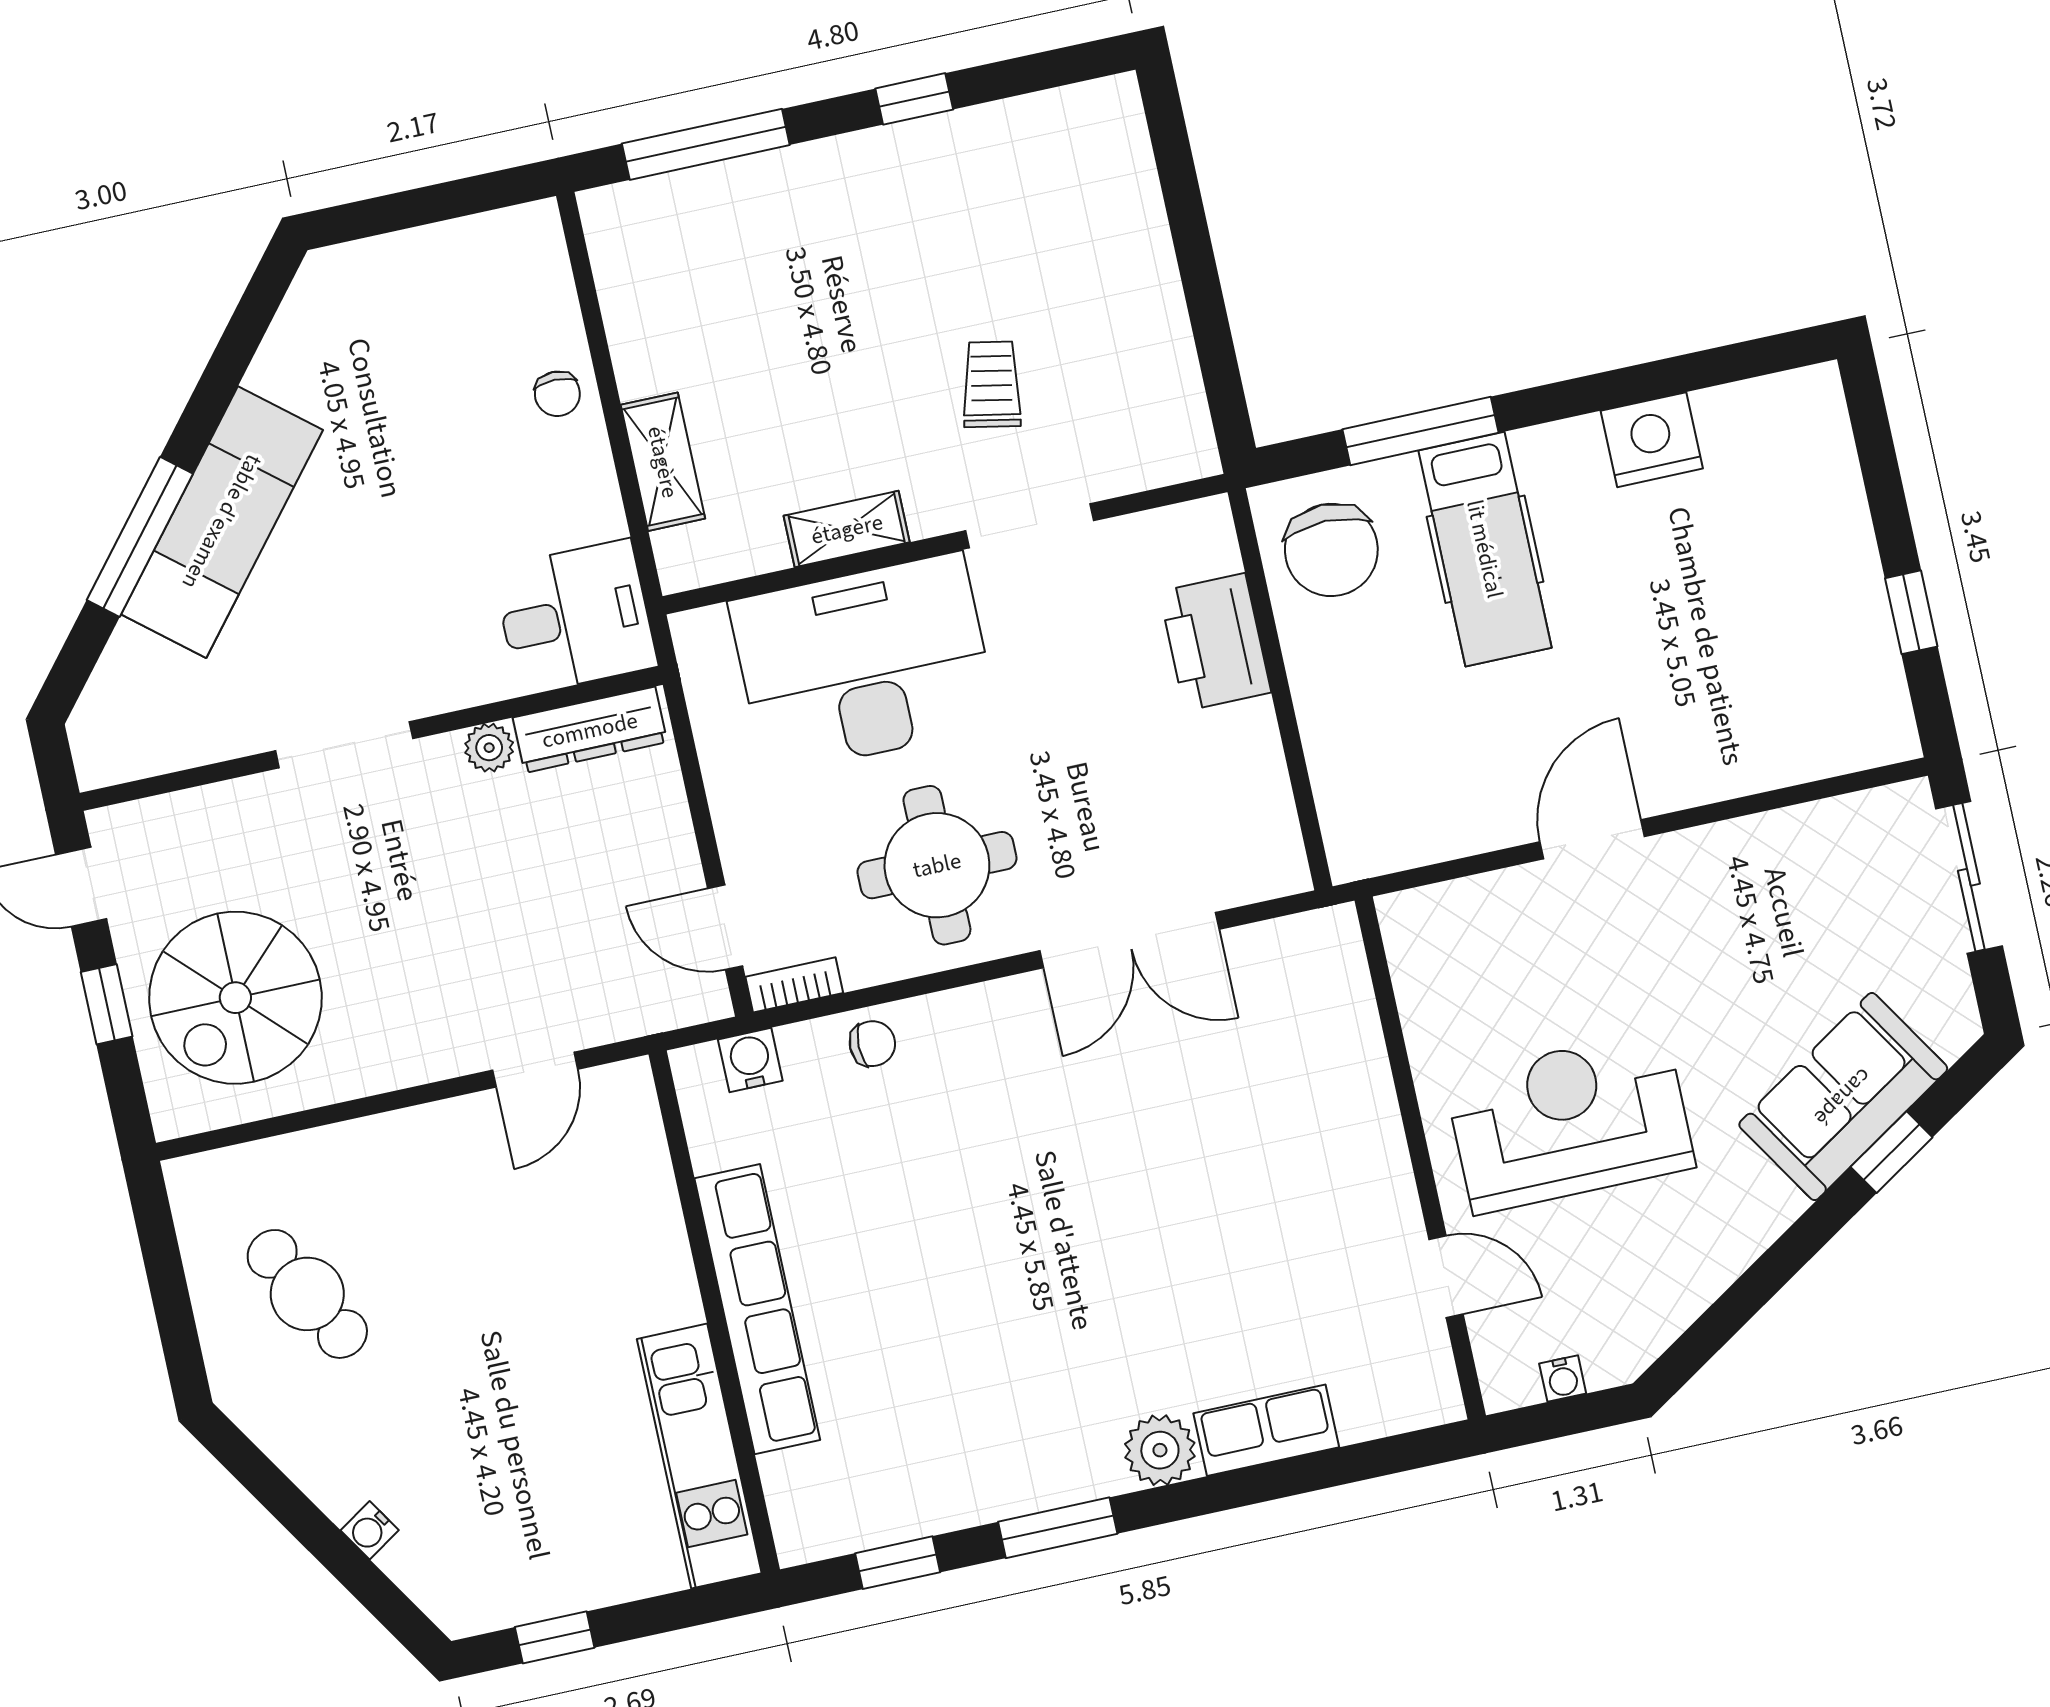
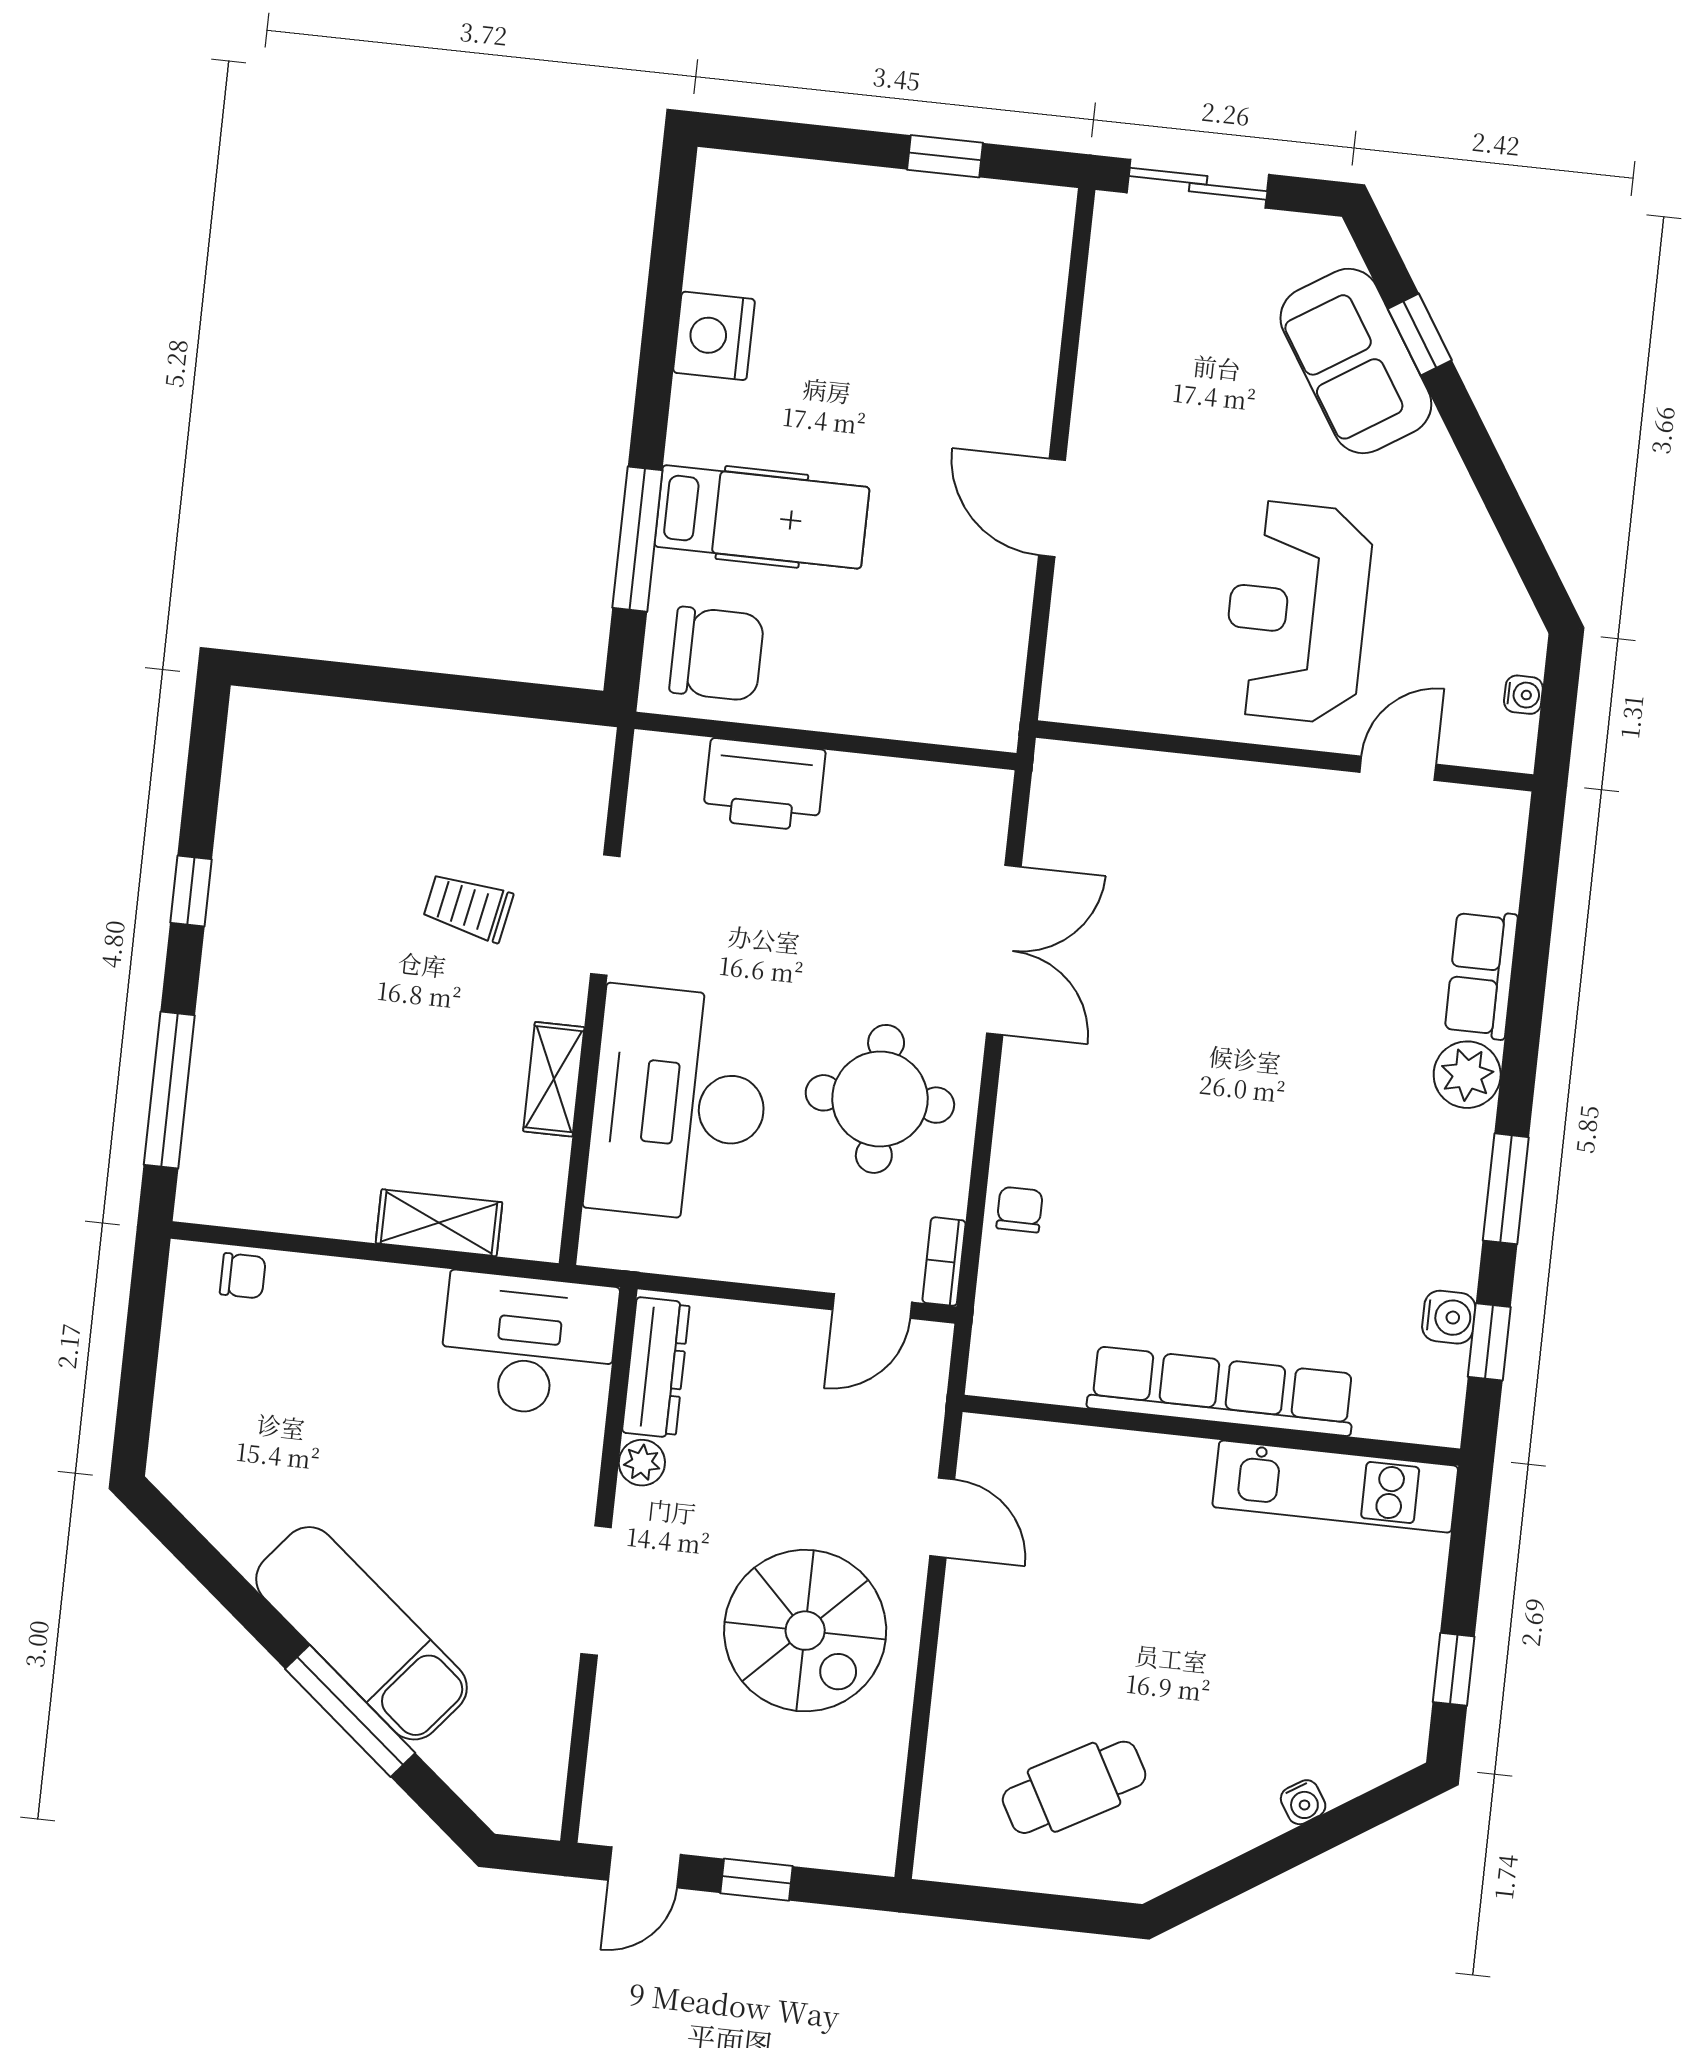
chair: (557, 394) -> (243, 1276), moved
desk: (575, 617) -> (528, 1345), width x1.37
spiral stairs: (235, 998) -> (805, 1631), moved
water cooler: (750, 1060) -> (1449, 1317), moved, turned 180

